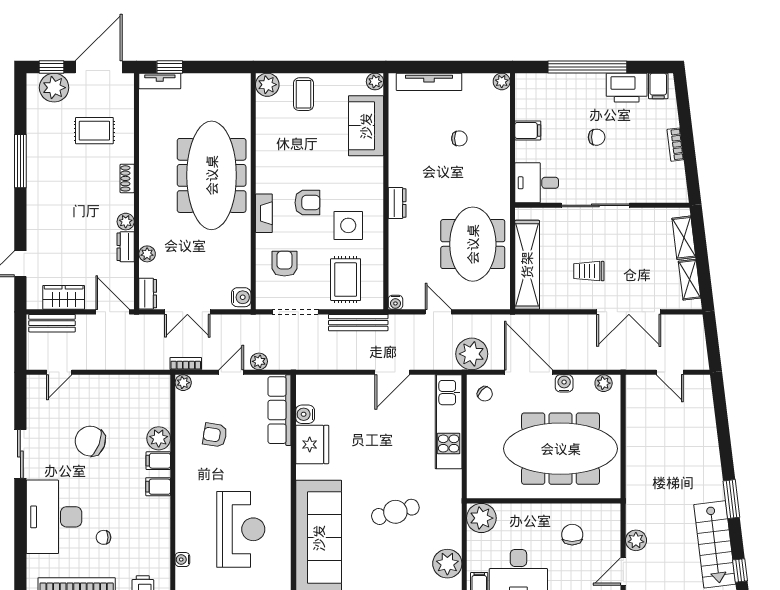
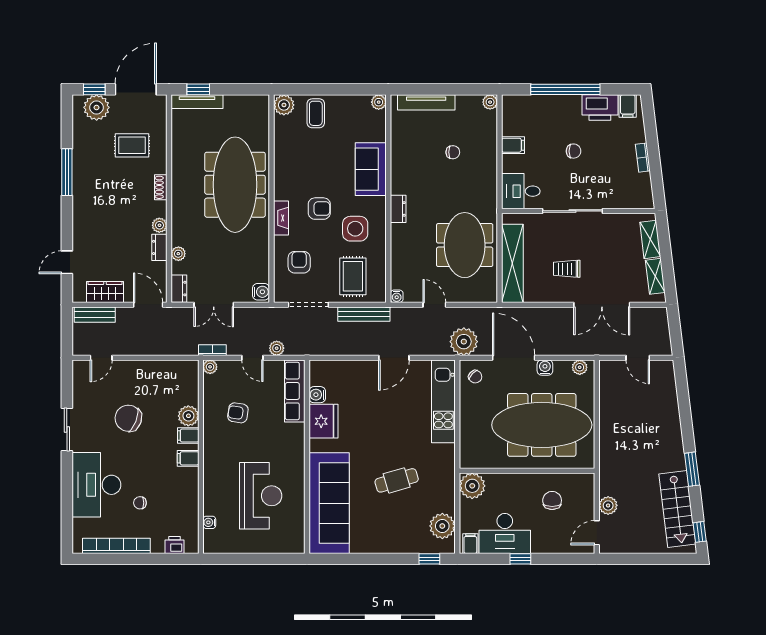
tv unit: (160, 81) -> (197, 102), width x1.41
sofa: (366, 126) -> (371, 169), moved
door: (231, 372) -> (252, 358), swing flipped

